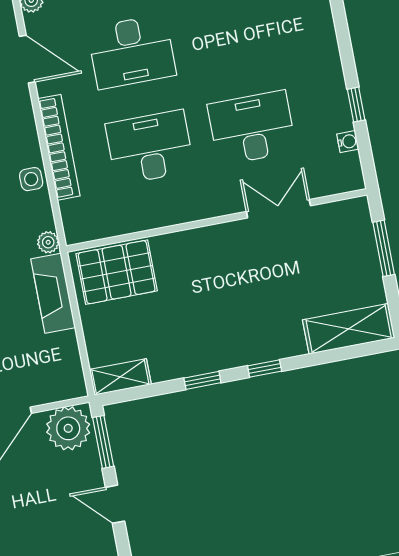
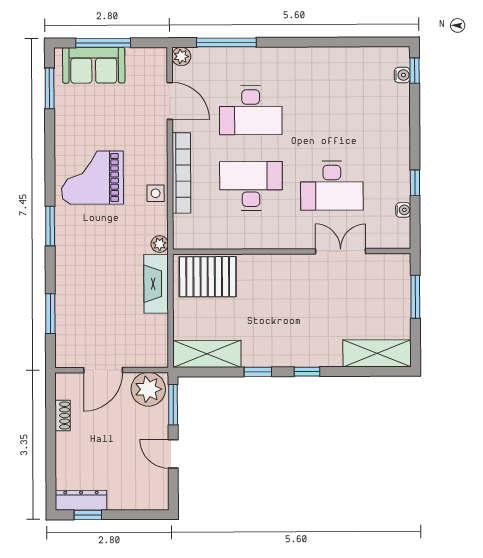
desk: (252, 128) -> (332, 186), turned 180
shelving: (120, 377) -> (207, 354), width x1.50, depth x1.33

